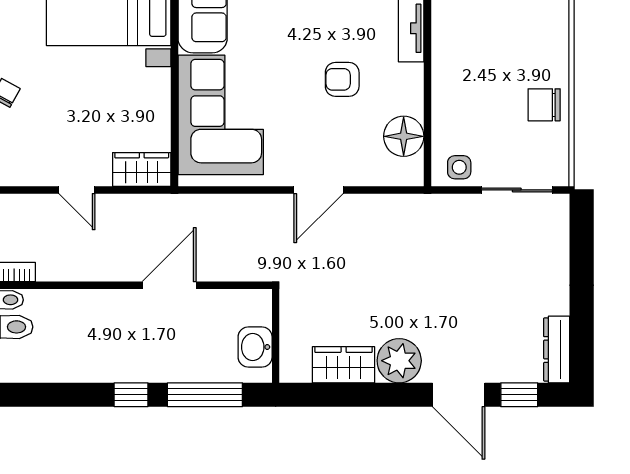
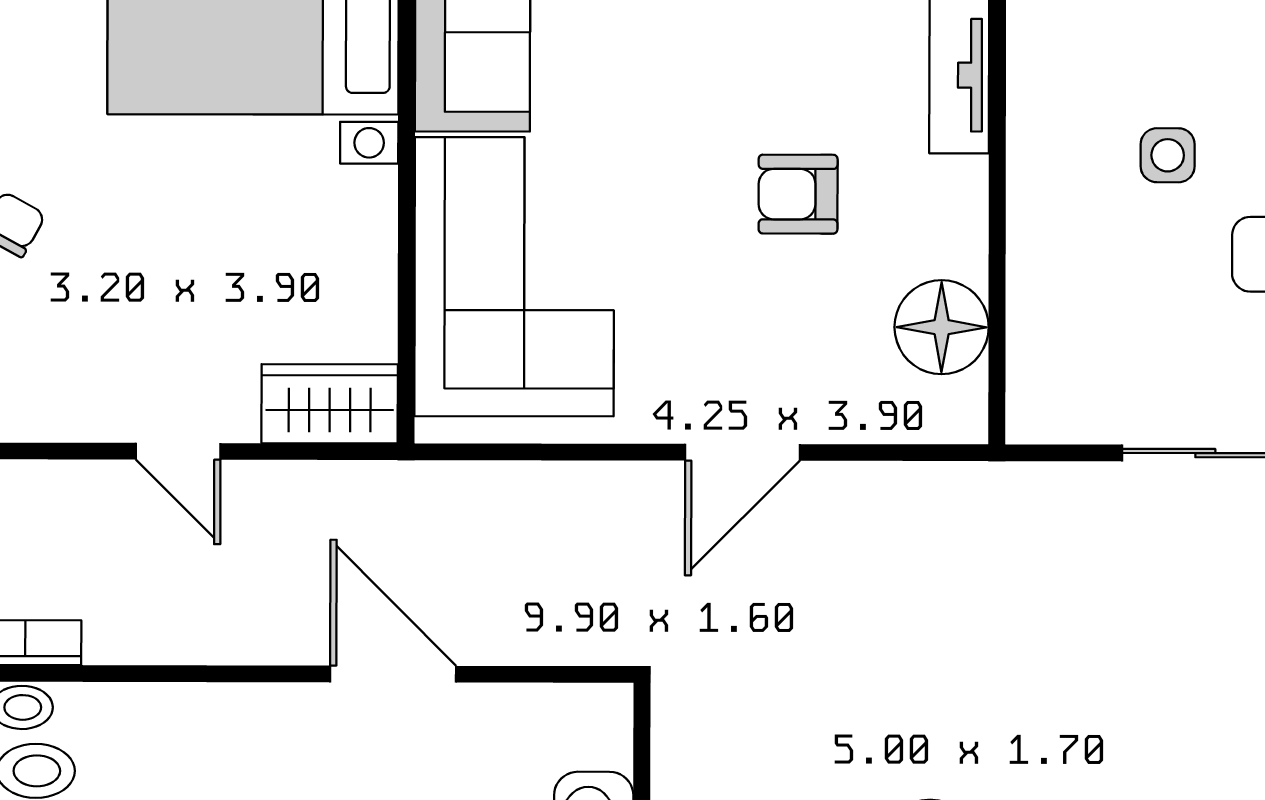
side table: (459, 167) -> (1168, 155), moved
door: (169, 285) -> (393, 674), hinge flipped

